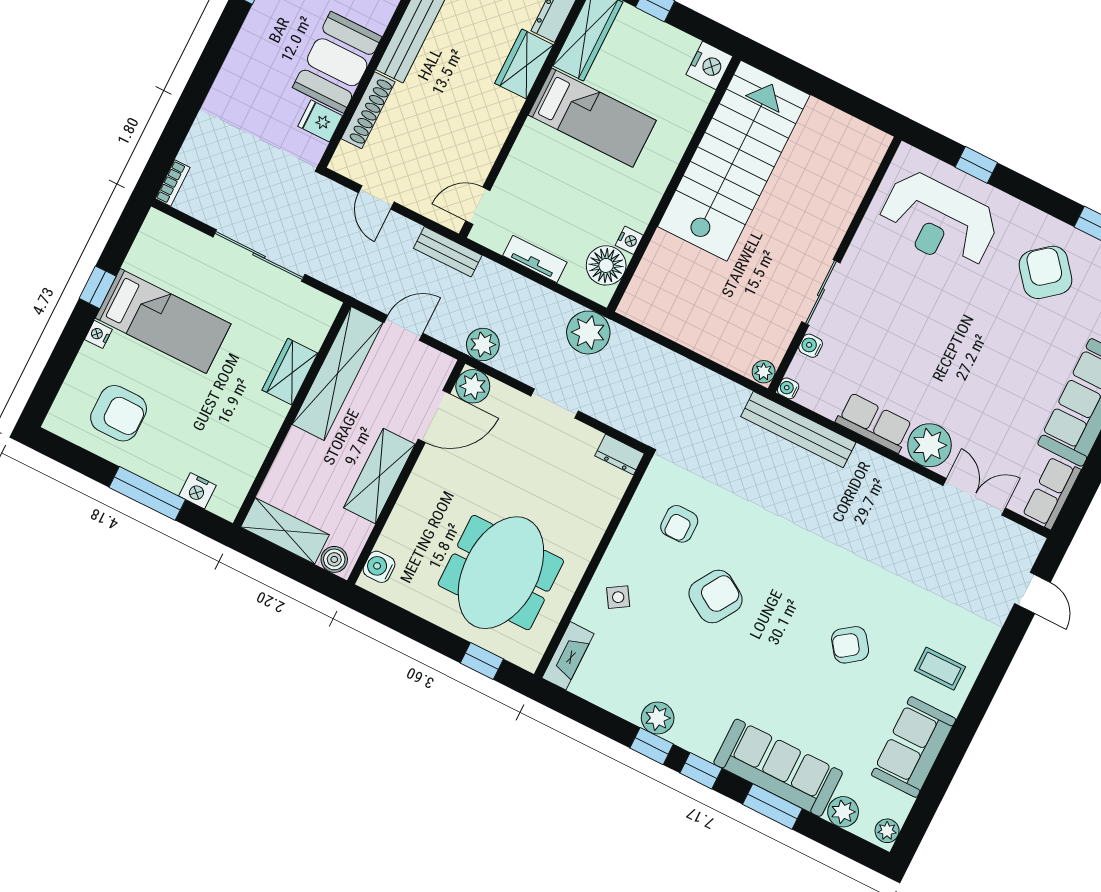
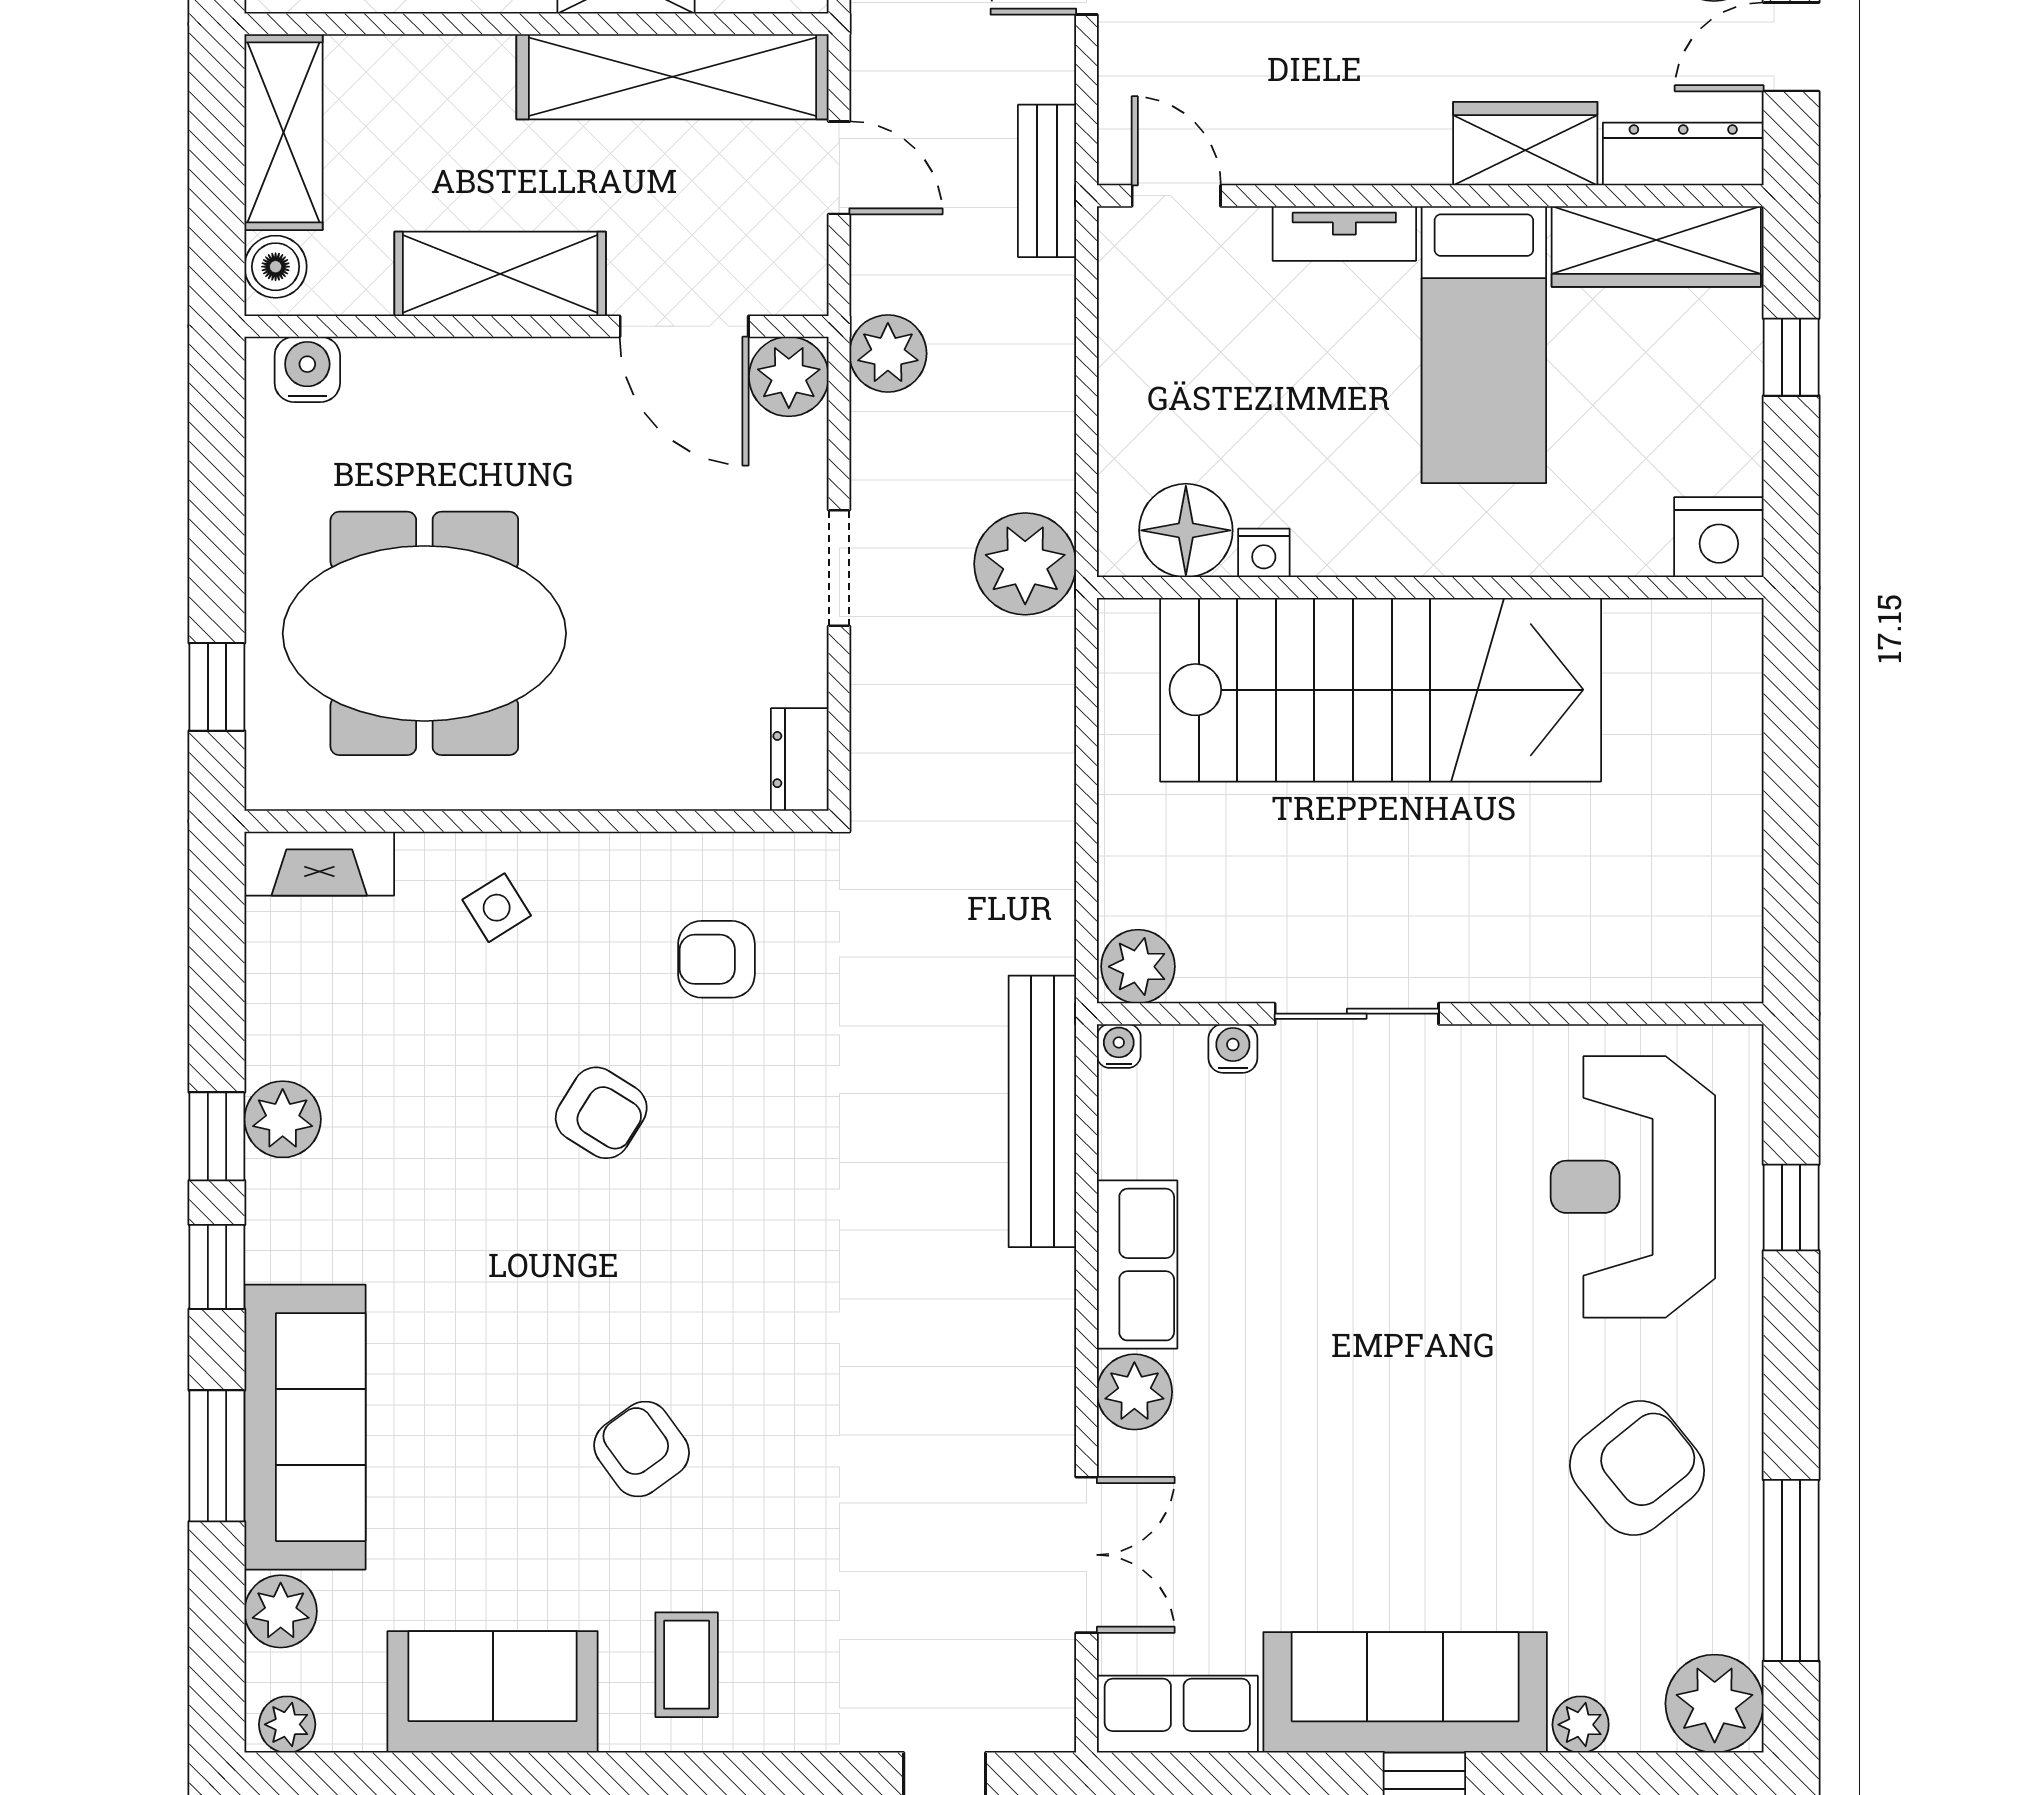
stairs: (734, 161) -> (1381, 690), moved
tv unit: (535, 259) -> (1344, 233), moved, turned 90
plant: (764, 372) -> (1138, 967), width x1.38, depth x1.38
plant: (929, 445) -> (1134, 1392), width x0.73, depth x0.73
armchair: (715, 596) -> (601, 1113), width x0.72, depth x0.72

